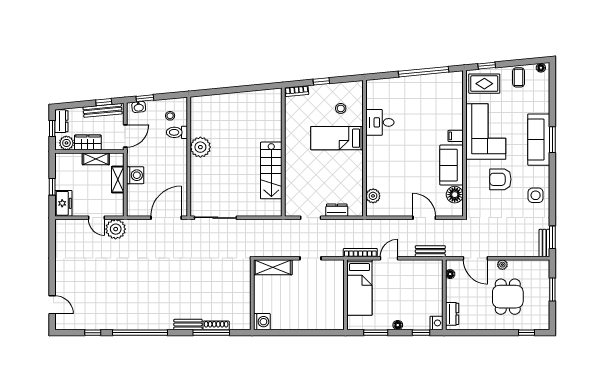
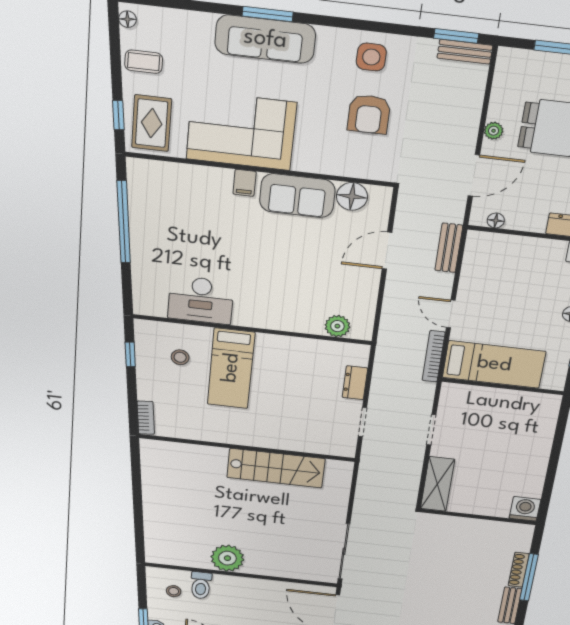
window: (321, 81) -> (130, 354), moved
desk: (380, 122) -> (201, 300), width x1.37
armchair: (500, 179) -> (369, 114), moved

